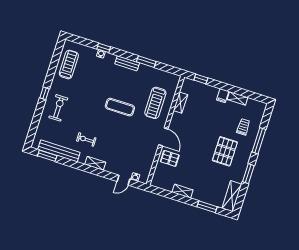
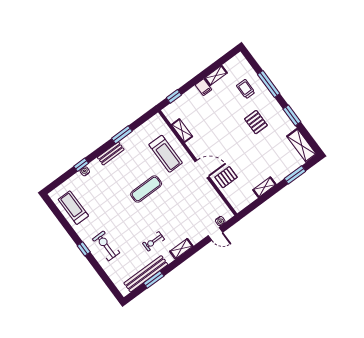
pallet: (225, 151) -> (256, 122), width x0.67, depth x0.71
window: (47, 156) -> (154, 280), moved
door: (124, 180) -> (215, 234), hinge flipped

